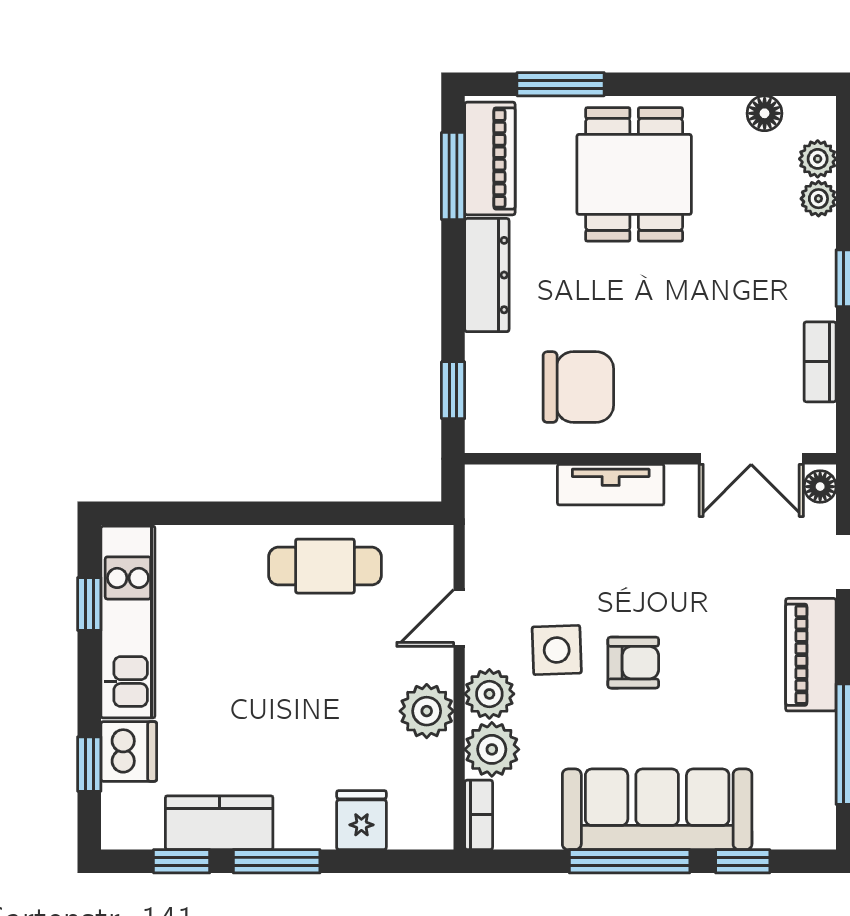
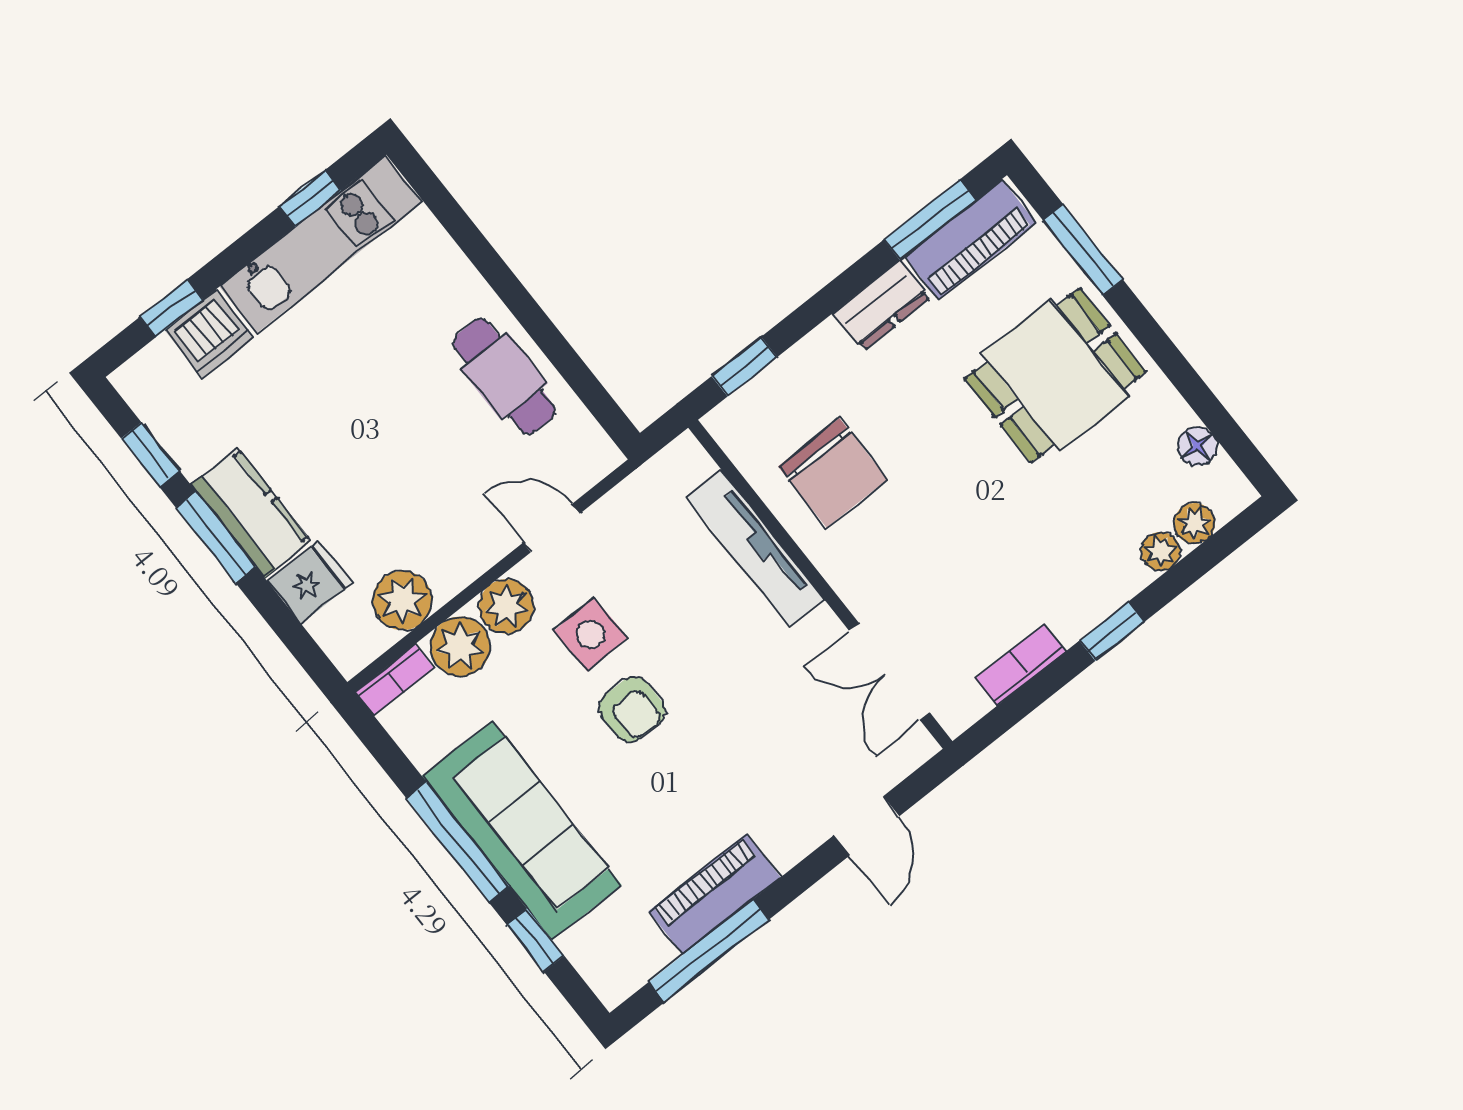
dresser: (487, 275) -> (882, 305), width x0.70
tv unit: (611, 485) -> (756, 549), width x1.41
floor lamp: (820, 487) -> (913, 750), removed
piano: (811, 655) -> (715, 894), moved
plant: (427, 711) -> (402, 600), moved
kitchen counter: (219, 823) -> (251, 513), moved

